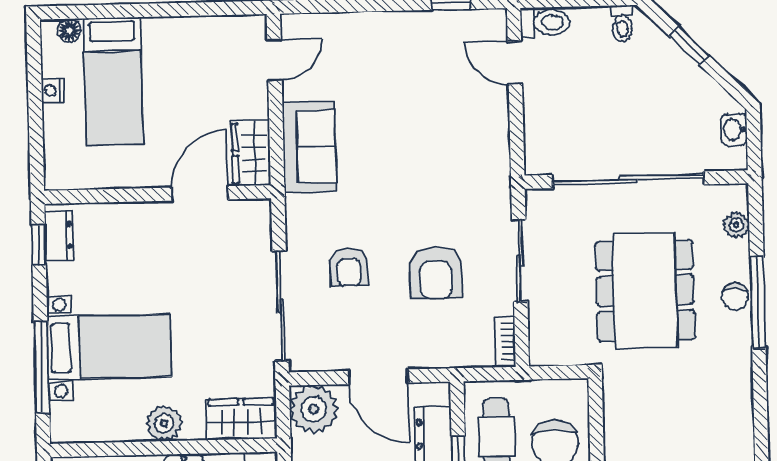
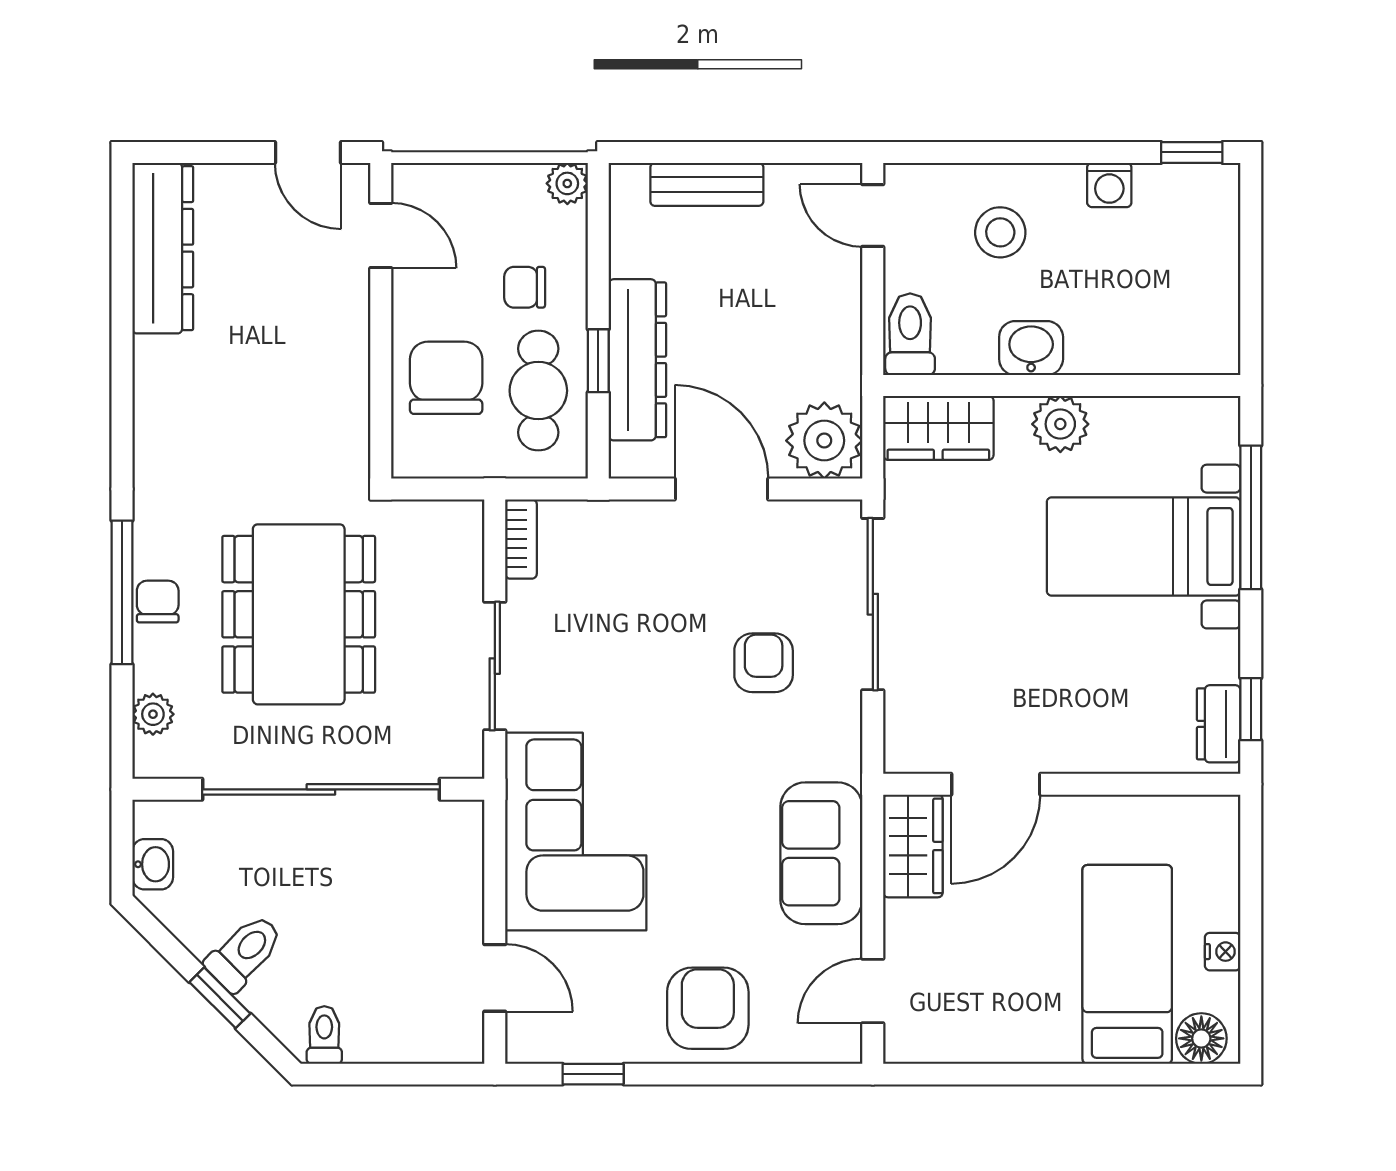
toilet: (545, 22) -> (244, 953), moved, turned 135
floor lamp: (69, 31) -> (1201, 1038), width x1.37, depth x1.37
corner sofa: (466, 157) -> (576, 832), added
armchair: (436, 273) -> (708, 1008), moved

